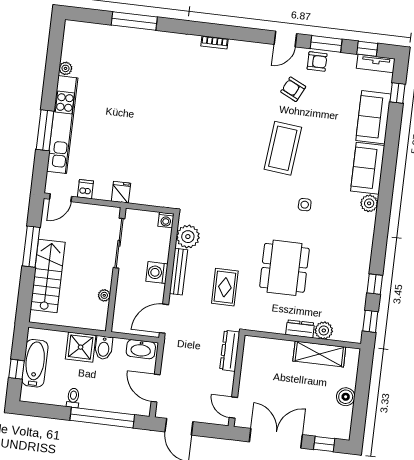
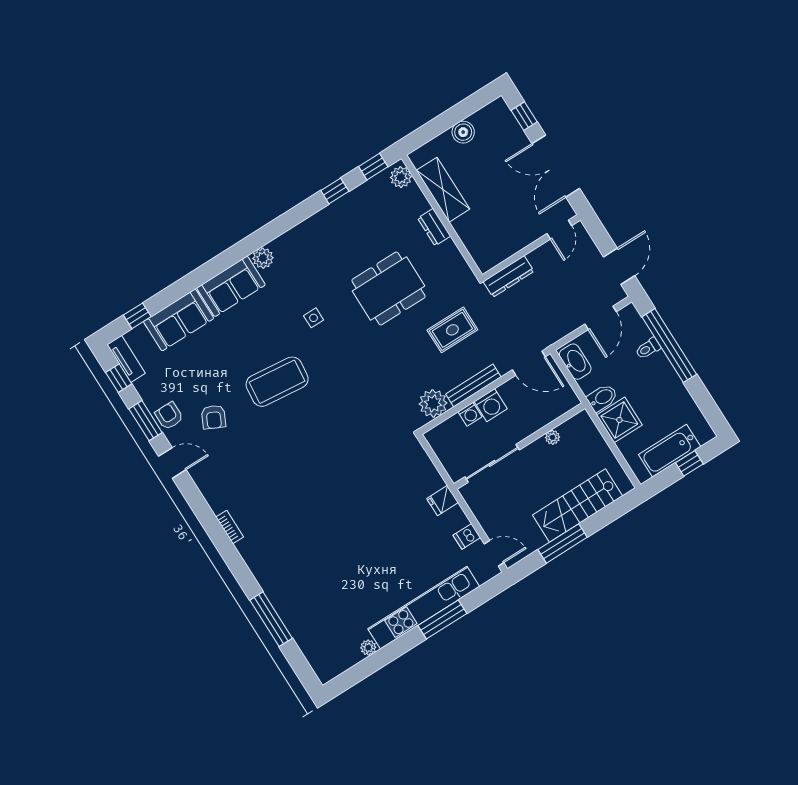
washing machine: (166, 220) -> (470, 414), moved, turned 90
plant: (324, 330) -> (401, 177), moved
toilet: (73, 398) -> (648, 348), moved

